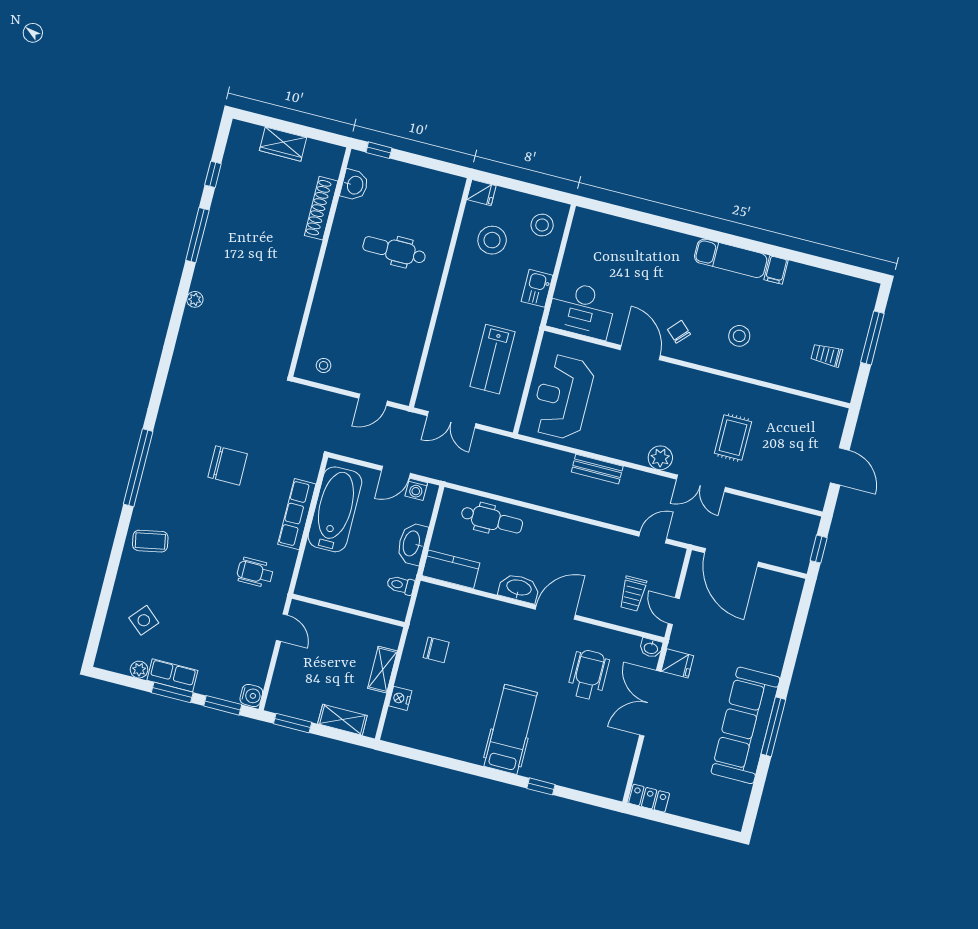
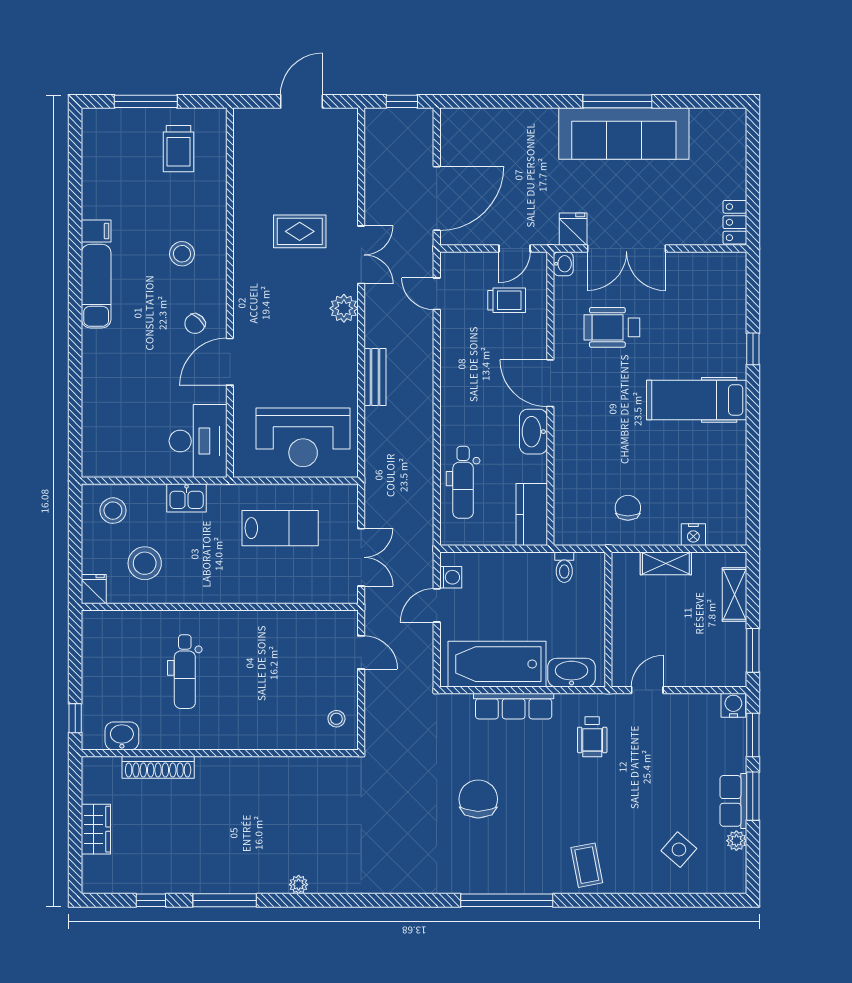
trolley: (827, 355) -> (179, 149), width x1.36, depth x1.39
door: (396, 472) -> (437, 605), swing flipped
dental chair: (492, 519) -> (463, 482), turned 180
washbasin: (412, 544) -> (571, 673), moved, turned 180

